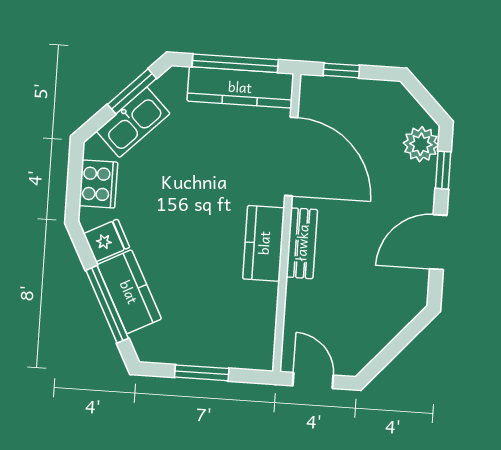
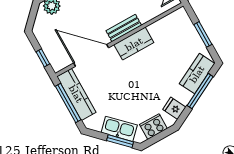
window: (132, 91) -> (120, 141), moved
door: (291, 156) -> (91, 55), hinge flipped
kitchen counter: (129, 292) -> (197, 74), moved

